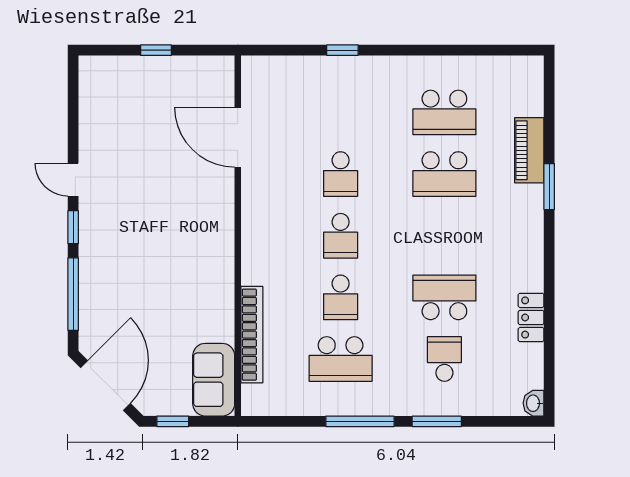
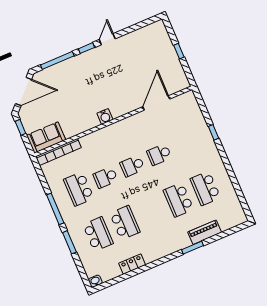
water cooler: (222, 248) -> (105, 116), added
bookcase: (252, 335) -> (58, 152), moved
school desk: (444, 359) -> (98, 234), width x1.85

